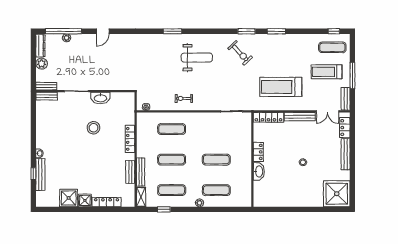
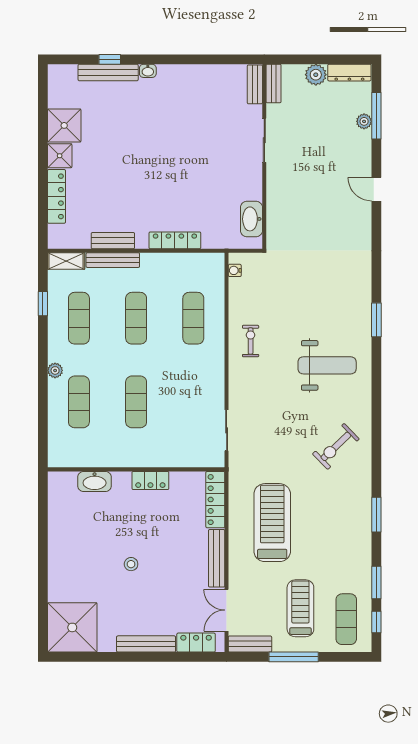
window: (63, 31) -> (376, 116), width x0.68
window: (246, 31) -> (376, 583), moved
weight bench: (197, 58) -> (327, 365), turned -90
washbasin: (100, 98) -> (251, 219), moved
stool: (94, 128) -> (196, 172), removed
washbasin: (259, 171) -> (95, 481), moved

